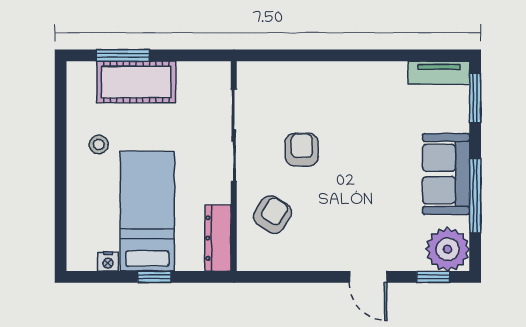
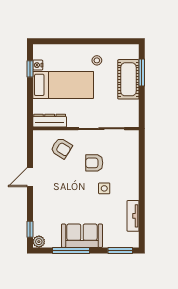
tv unit: (439, 73) -> (133, 216), moved
side table: (352, 130) -> (104, 188), added
armchair: (302, 150) -> (94, 163), turned 180
plant: (448, 249) -> (39, 242), width x0.53, depth x0.53
window: (154, 277) -> (30, 69), moved
door: (368, 277) -> (30, 177), moved

